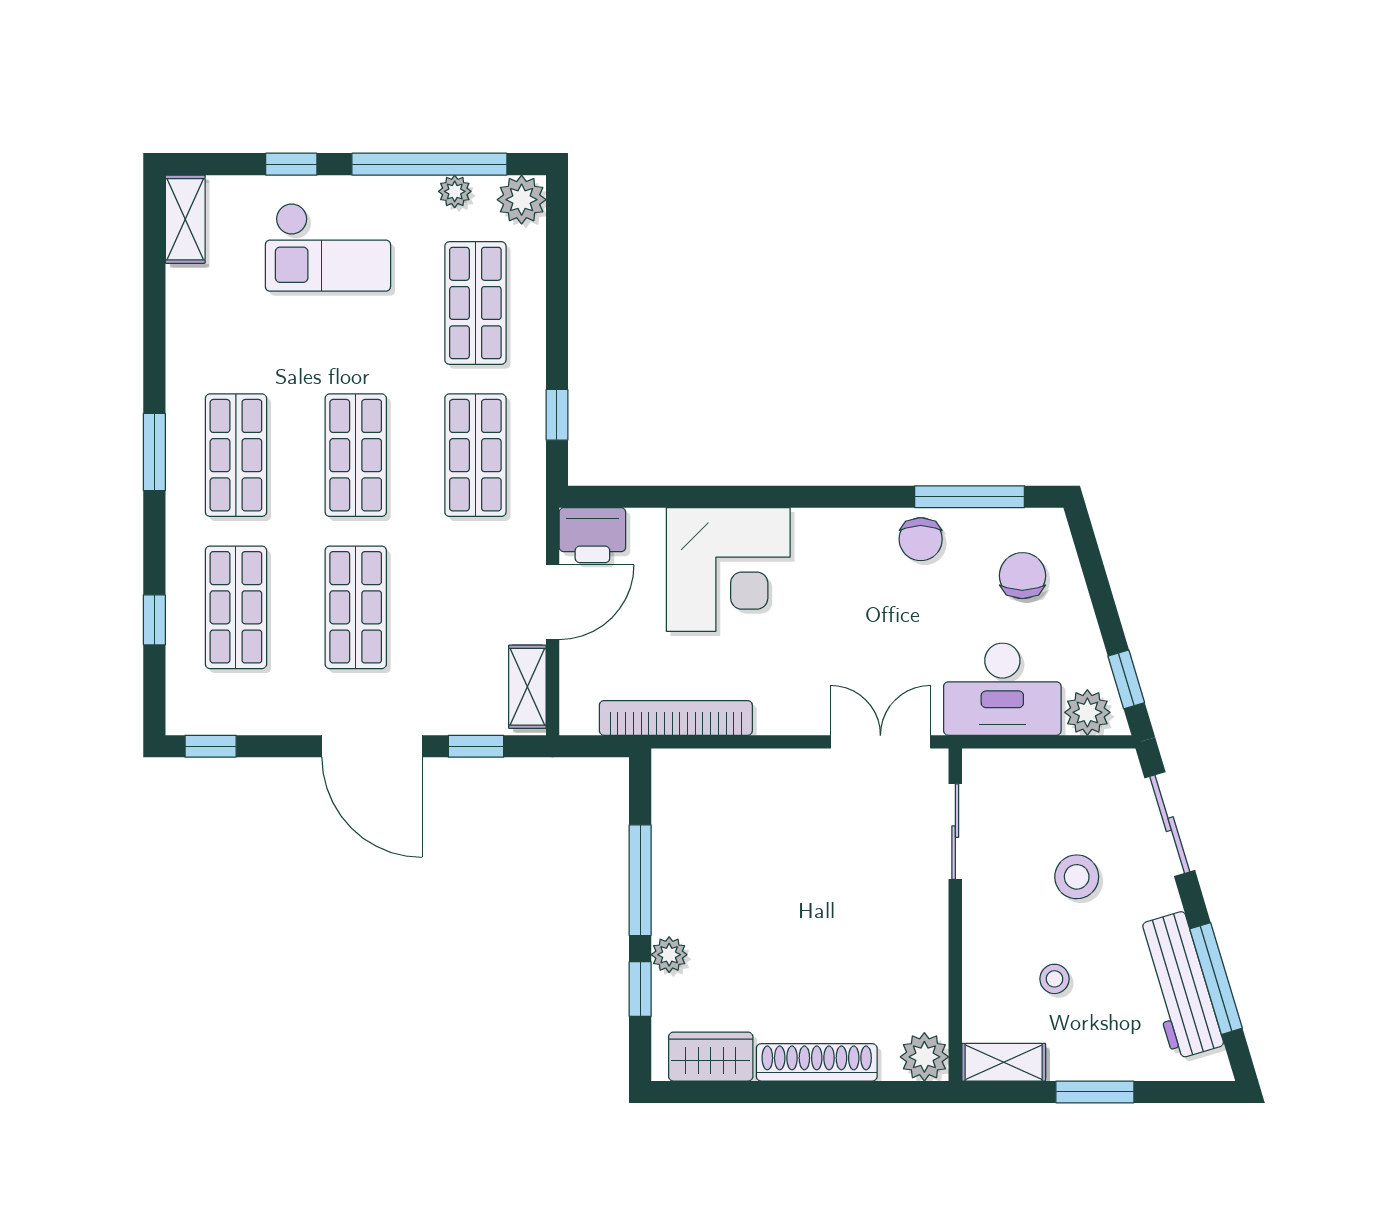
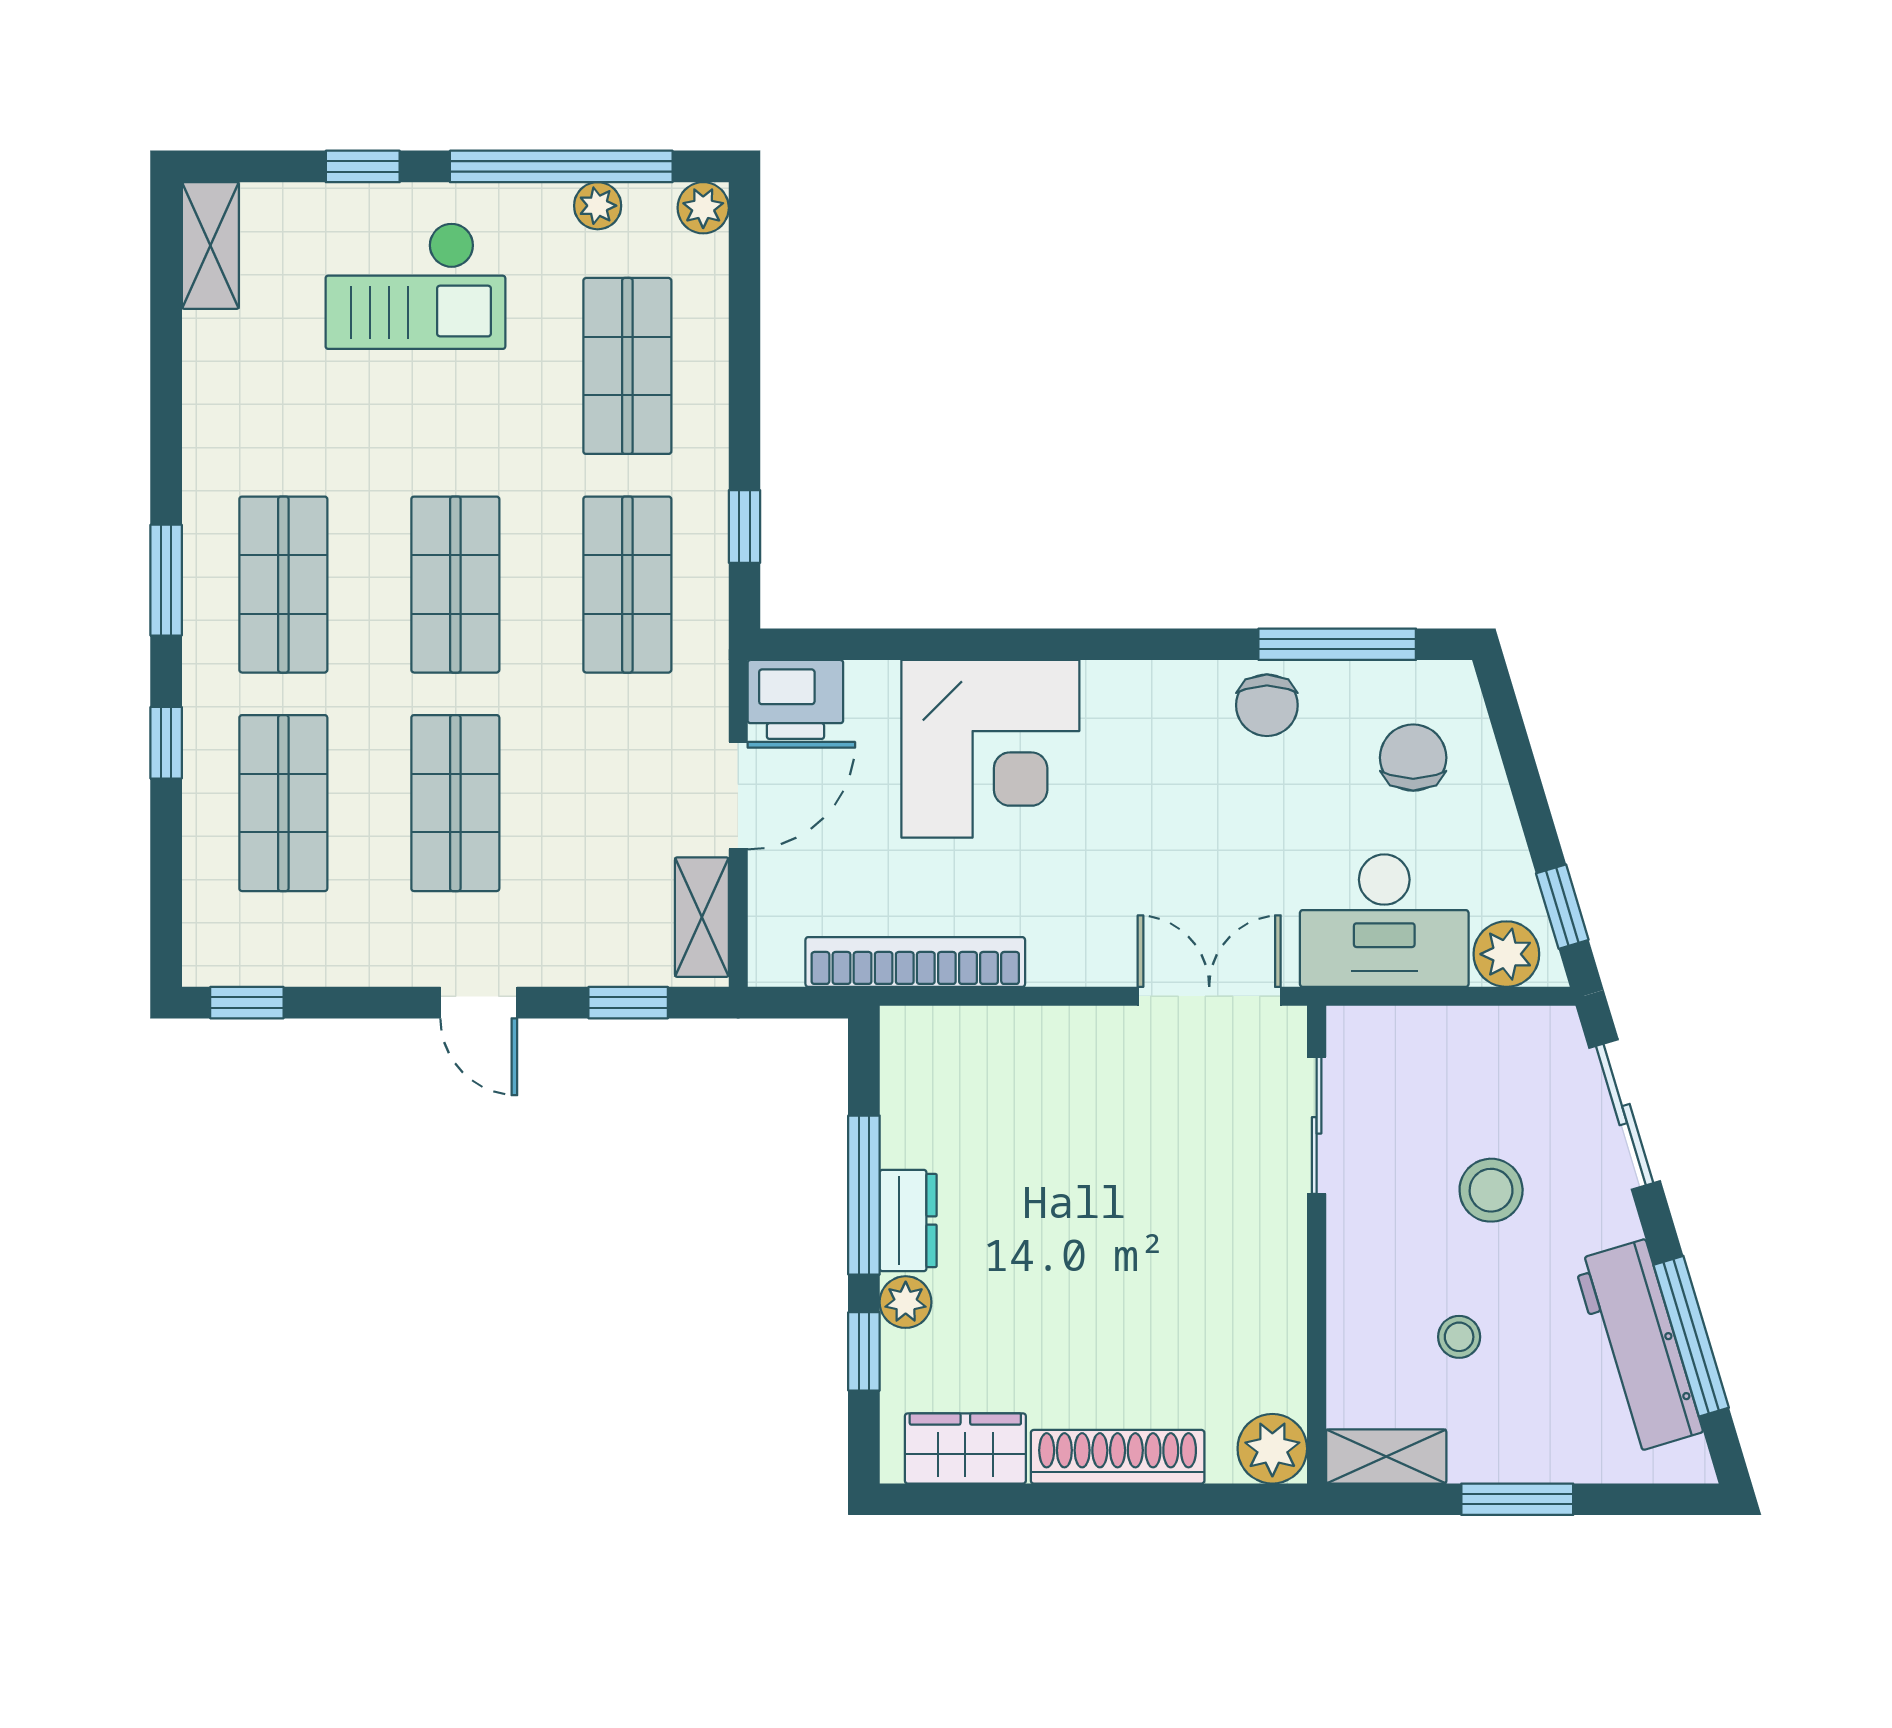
plant: (522, 200) -> (703, 208), width x0.73, depth x0.73
window: (154, 620) -> (166, 743), moved
door: (372, 746) -> (479, 1003), width x0.53
dresser: (671, 898) -> (908, 1220), added

